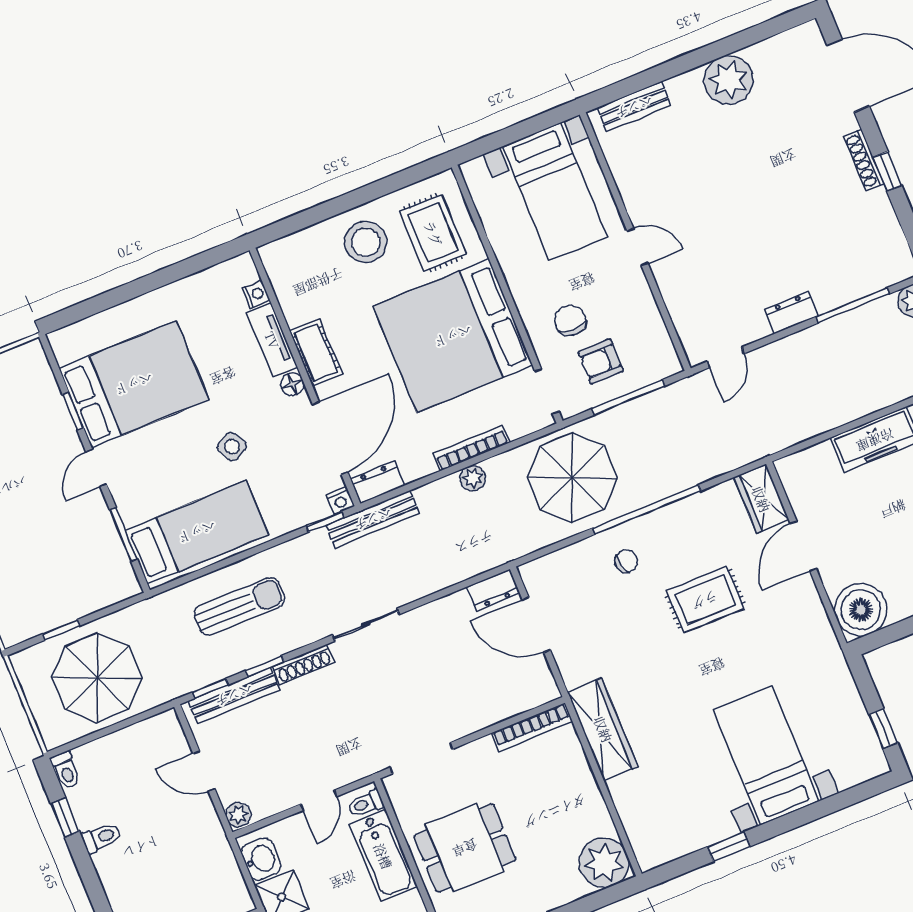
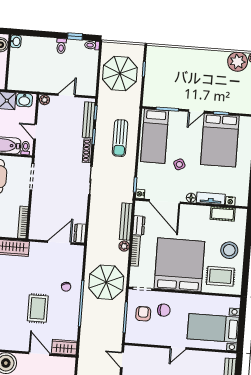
cot: (316, 352) -> (223, 214), moved
door: (96, 468) -> (196, 111), swing flipped
dresser: (377, 482) -> (139, 225), moved
bench: (373, 519) -> (126, 222), moved

